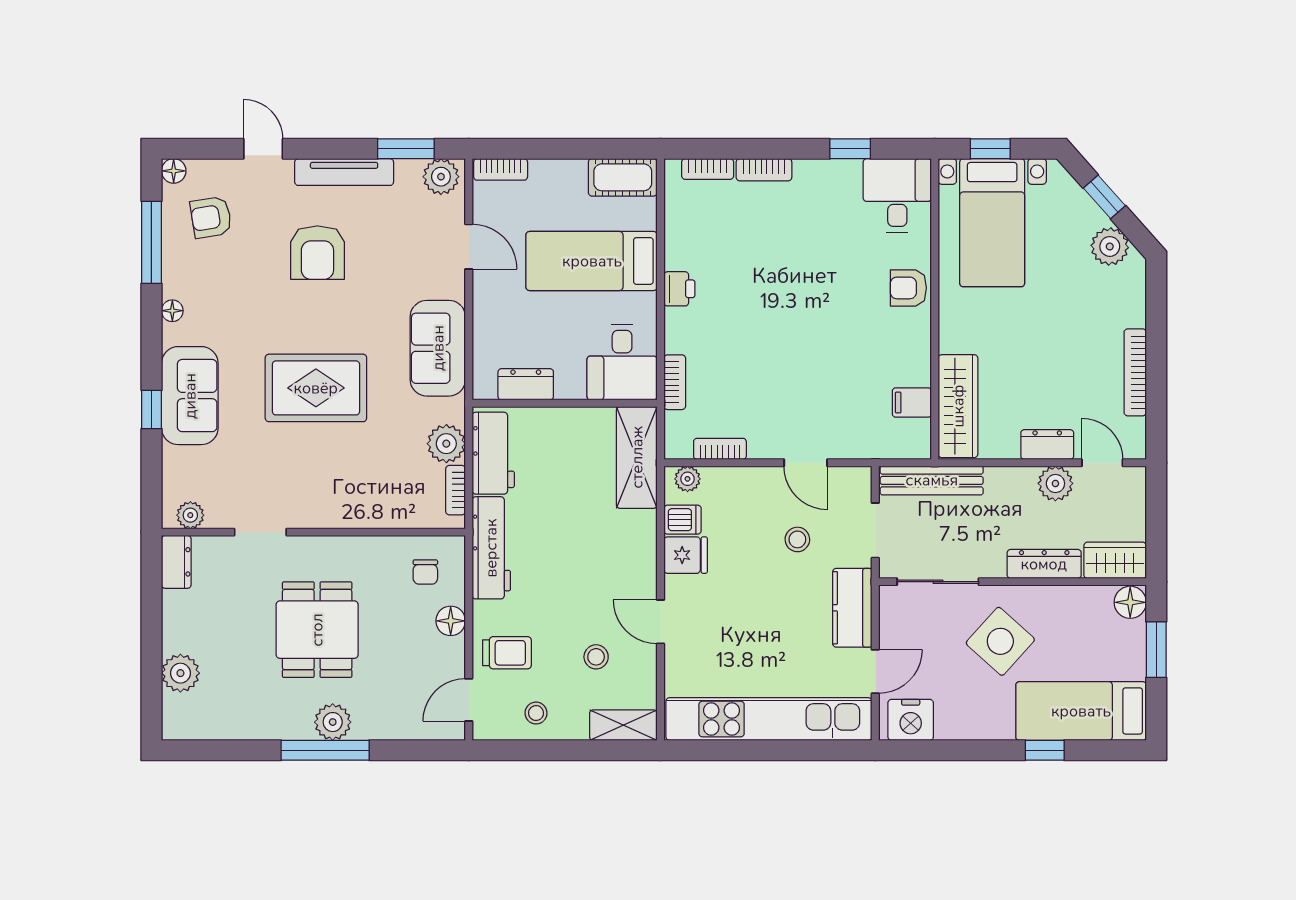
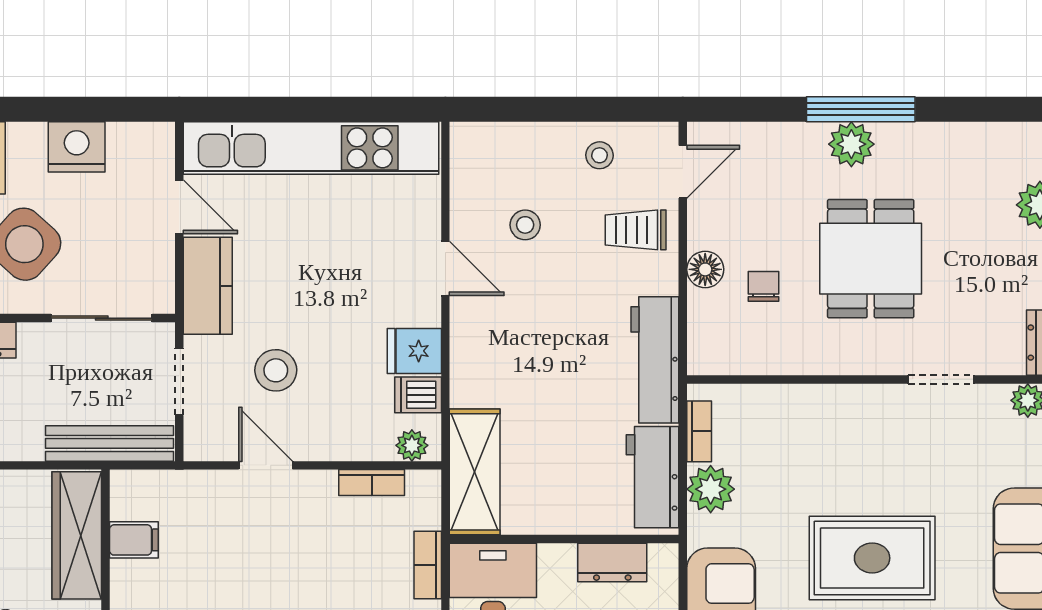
stool: (797, 539) -> (276, 370), width x1.37, depth x1.37
chair: (425, 572) -> (764, 286), moved
door: (875, 671) -> (179, 207), swing flipped
nightstand: (911, 720) -> (77, 147), moved
shelving: (623, 725) -> (491, 140), removed

